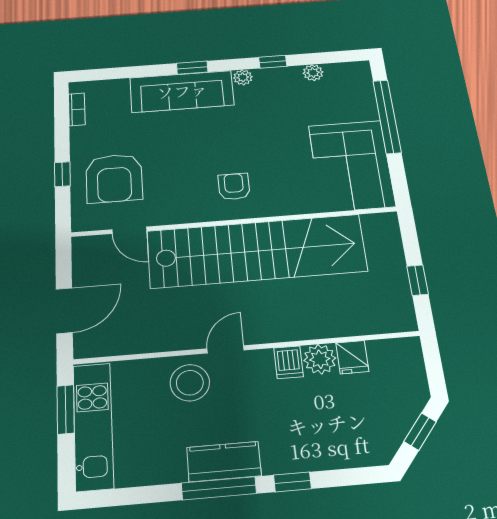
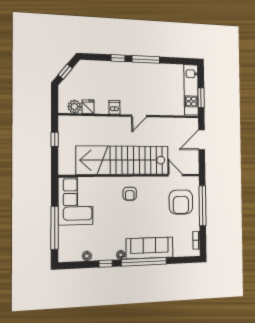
window: (192, 68) -> (144, 262), width x3.17
window: (62, 174) -> (202, 206), width x3.17
armchair: (114, 178) -> (181, 202), turned 180
plant: (320, 359) -> (74, 107), moved
stool: (190, 383) -> (154, 103), removed
kitchen counter: (224, 462) -> (143, 69), removed

